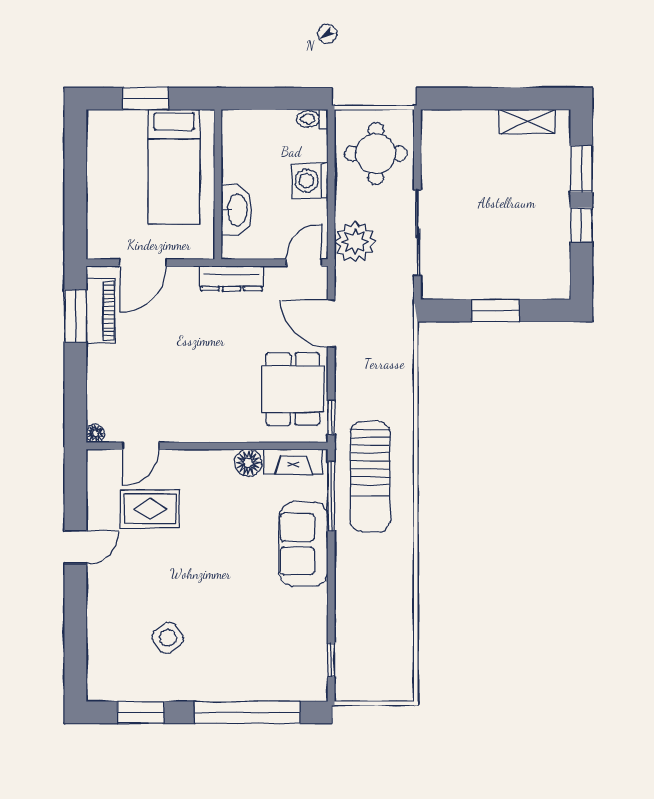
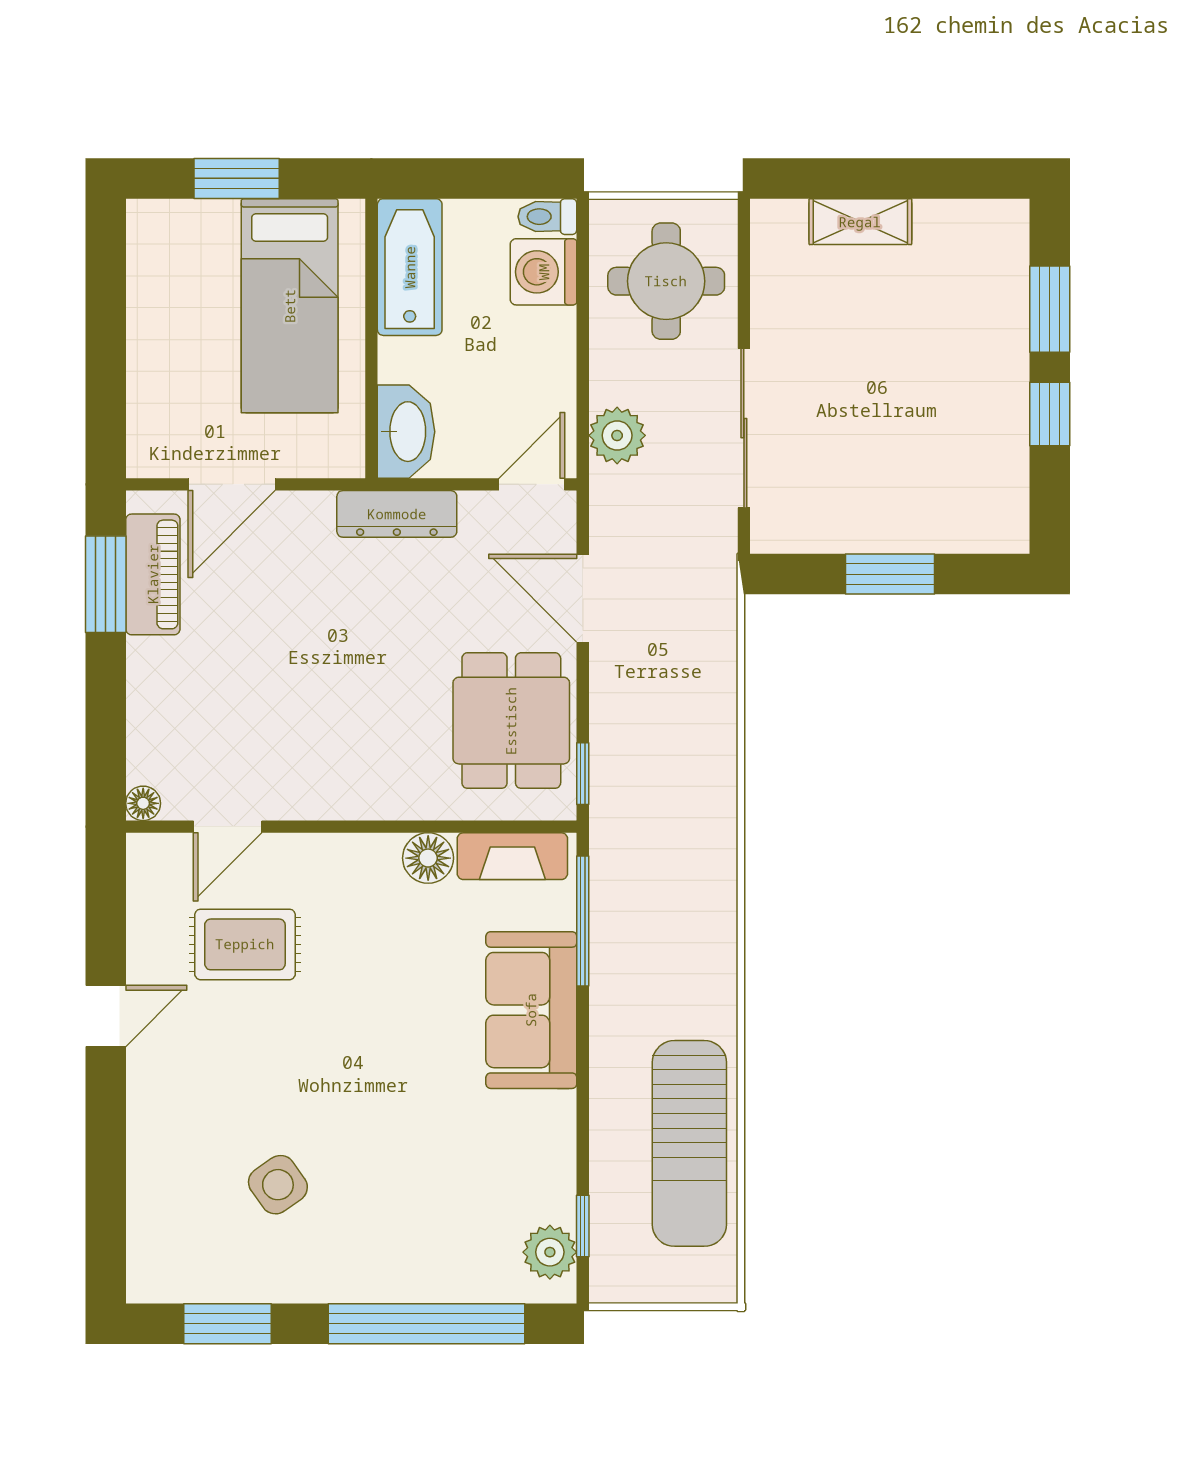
shelving: (527, 122) -> (860, 222), moved
bathtub: (238, 146) -> (410, 267), added
washing machine: (310, 181) -> (544, 272), moved
washbasin: (236, 210) -> (406, 432), moved
plant: (355, 242) -> (617, 435), width x0.73, depth x0.73
sun lounger: (370, 477) -> (689, 1143), moved
plant: (313, 674) -> (550, 1252), added

